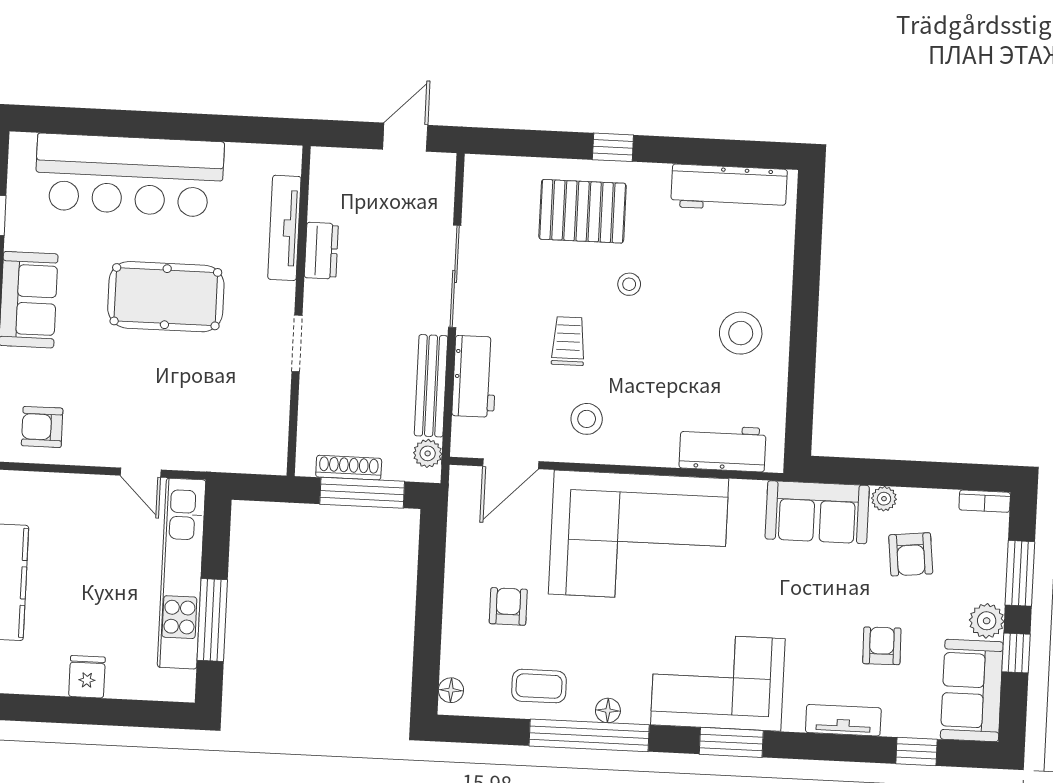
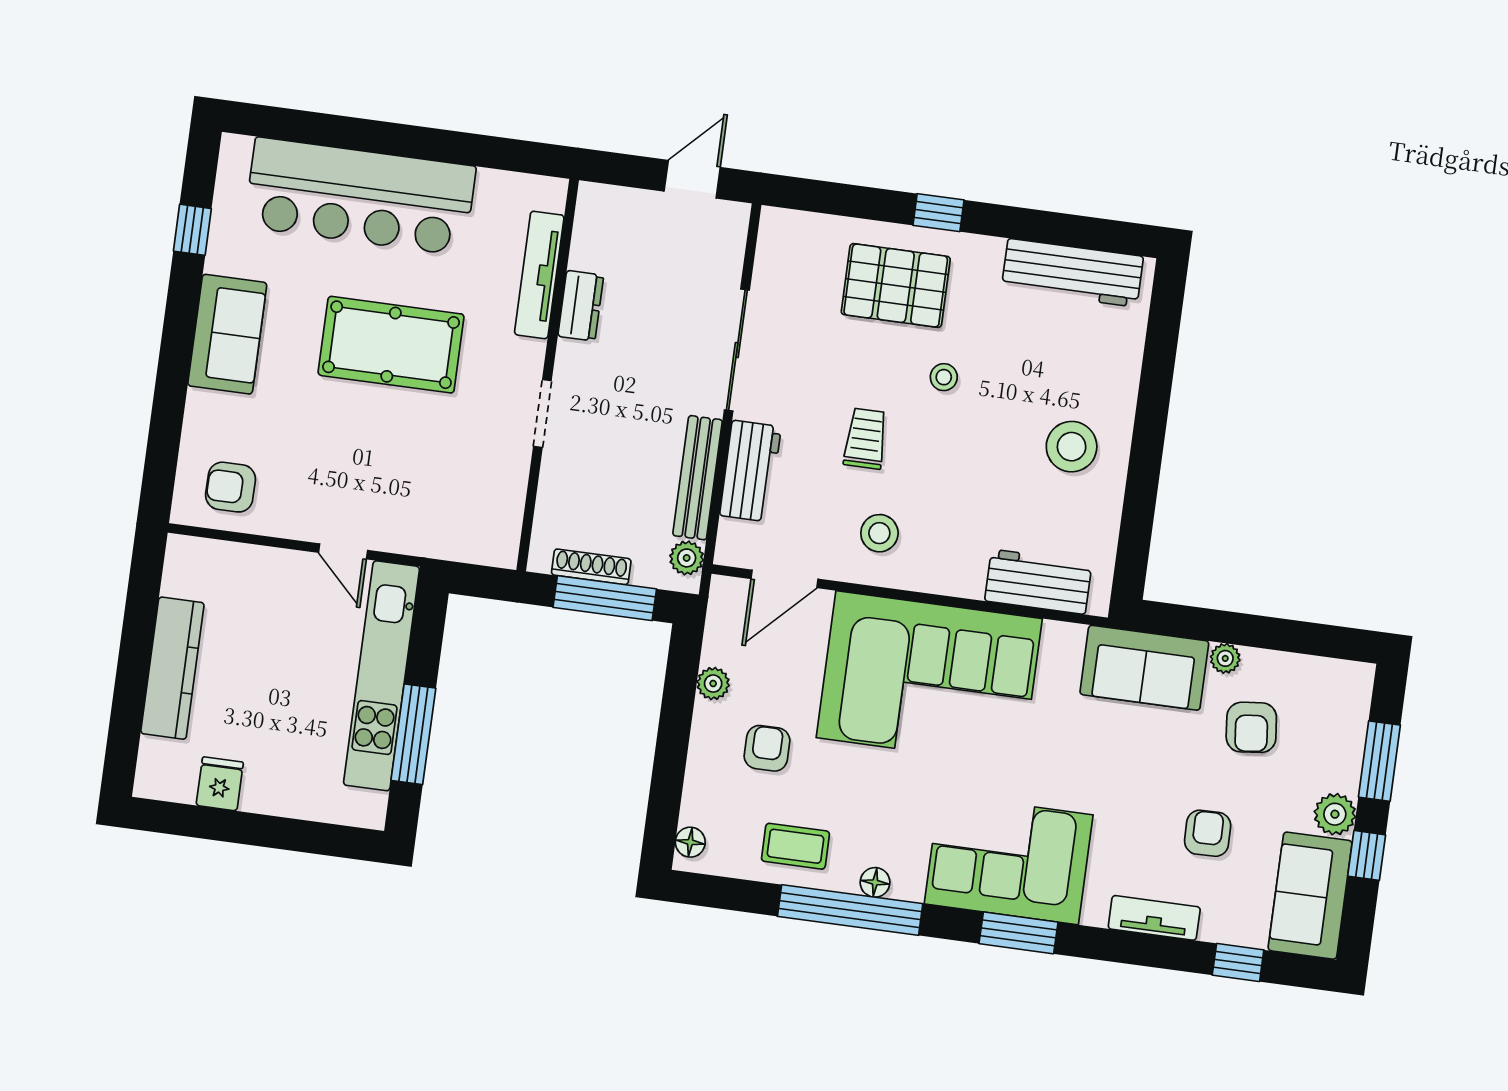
bookcase: (985, 501) -> (1345, 672), removed
plant: (459, 556) -> (713, 684), added
fridge: (87, 677) -> (220, 784), moved

